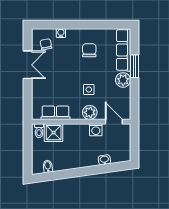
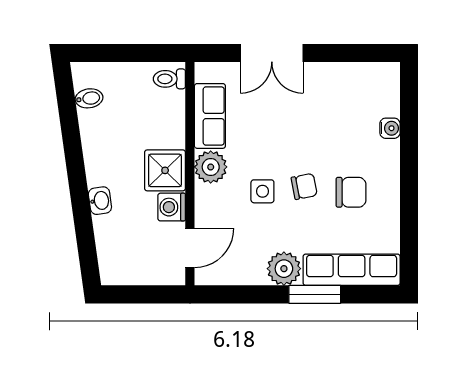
chair: (46, 44) -> (304, 186), moved
double door: (28, 65) -> (272, 53), moved
plant: (90, 112) -> (211, 167), moved
shower: (54, 133) -> (165, 170), moved
washbasin: (104, 160) -> (100, 201), moved

